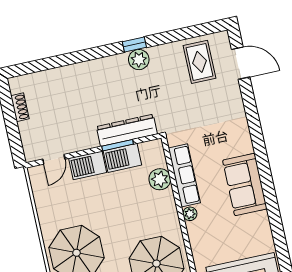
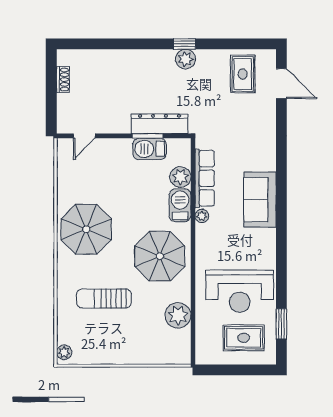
barbecue: (88, 165) -> (180, 205), moved, turned 90

